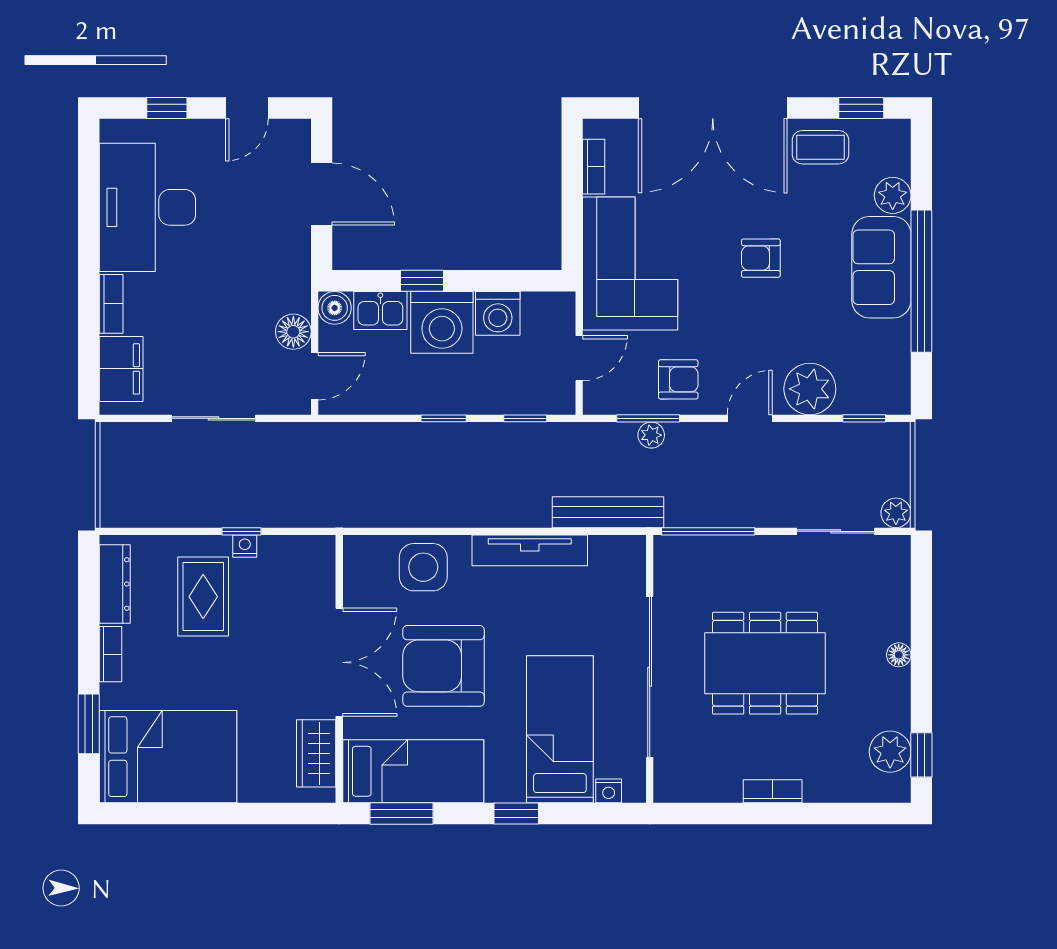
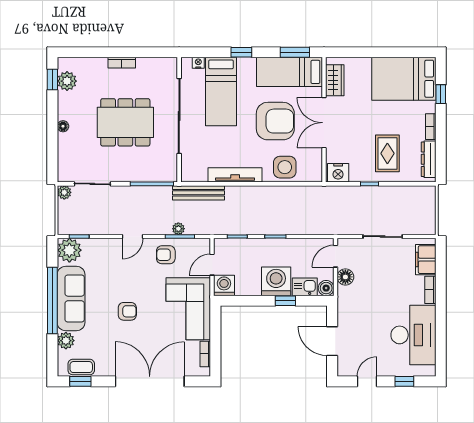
coffee table: (820, 147) -> (81, 367), moved
sofa: (881, 267) -> (71, 298), width x1.36
washing machine: (498, 313) -> (224, 285), moved
plant: (810, 389) -> (69, 250), moved
nightstand: (245, 546) -> (338, 173), moved, width x1.89, depth x1.79
window: (89, 724) -> (441, 94), width x0.67

